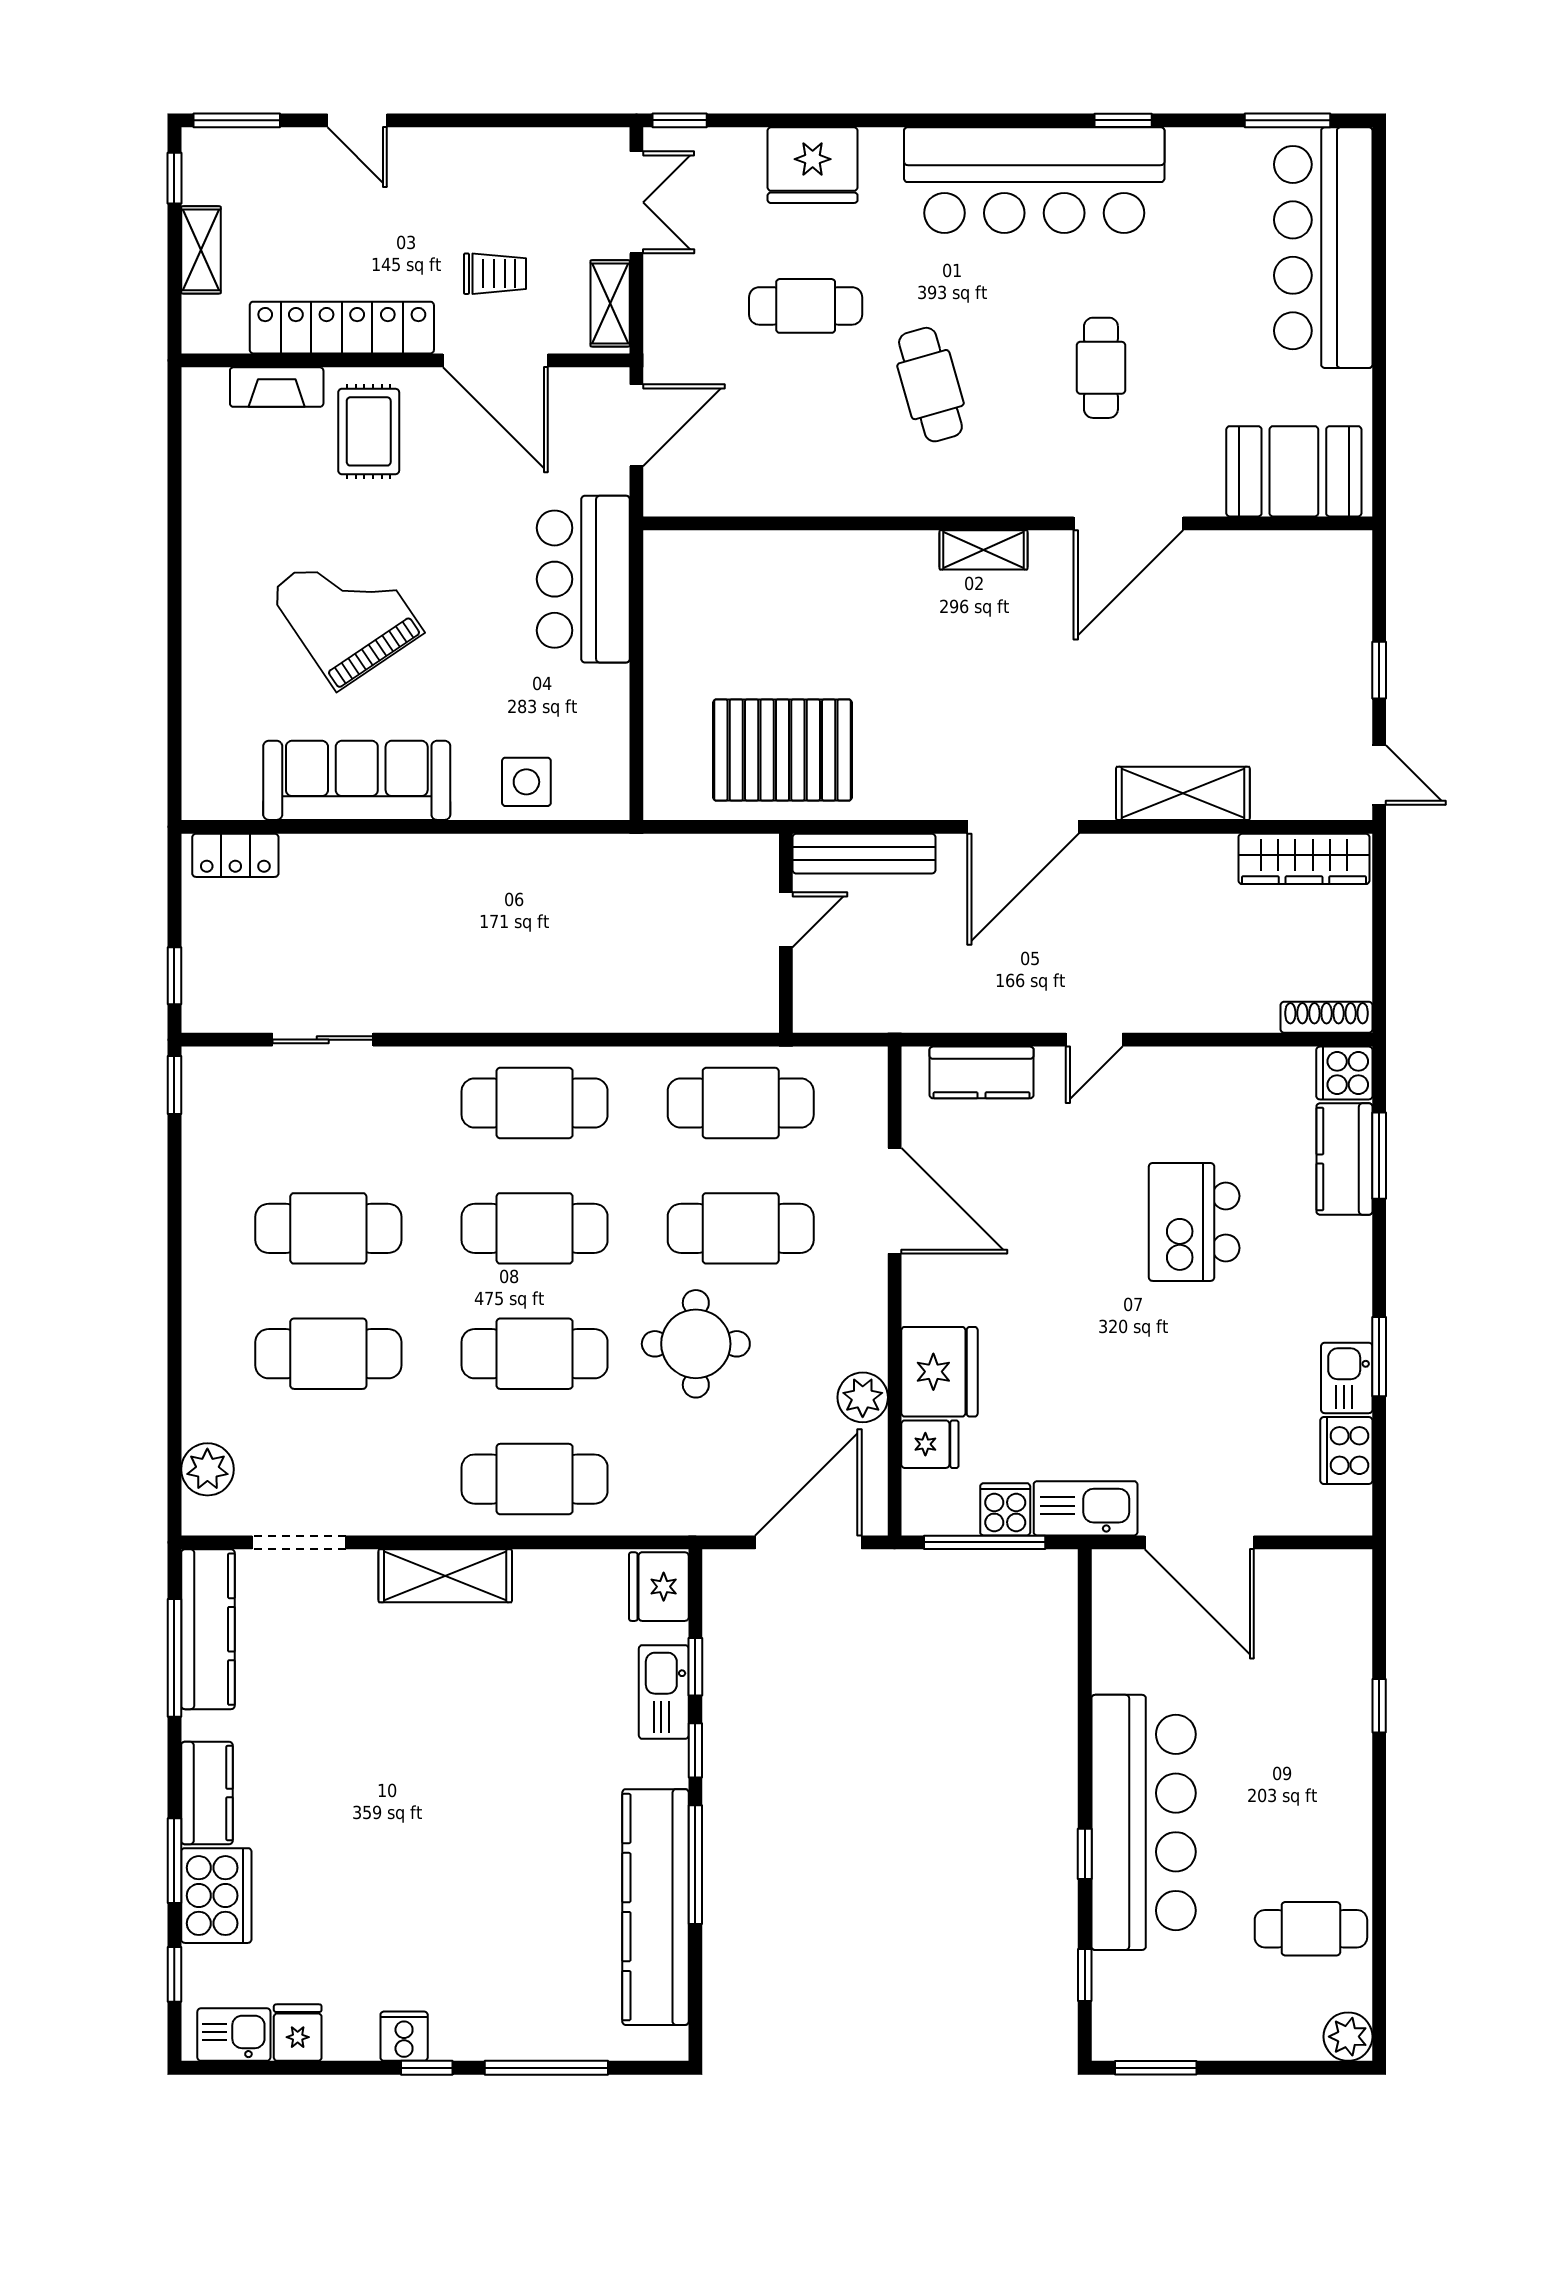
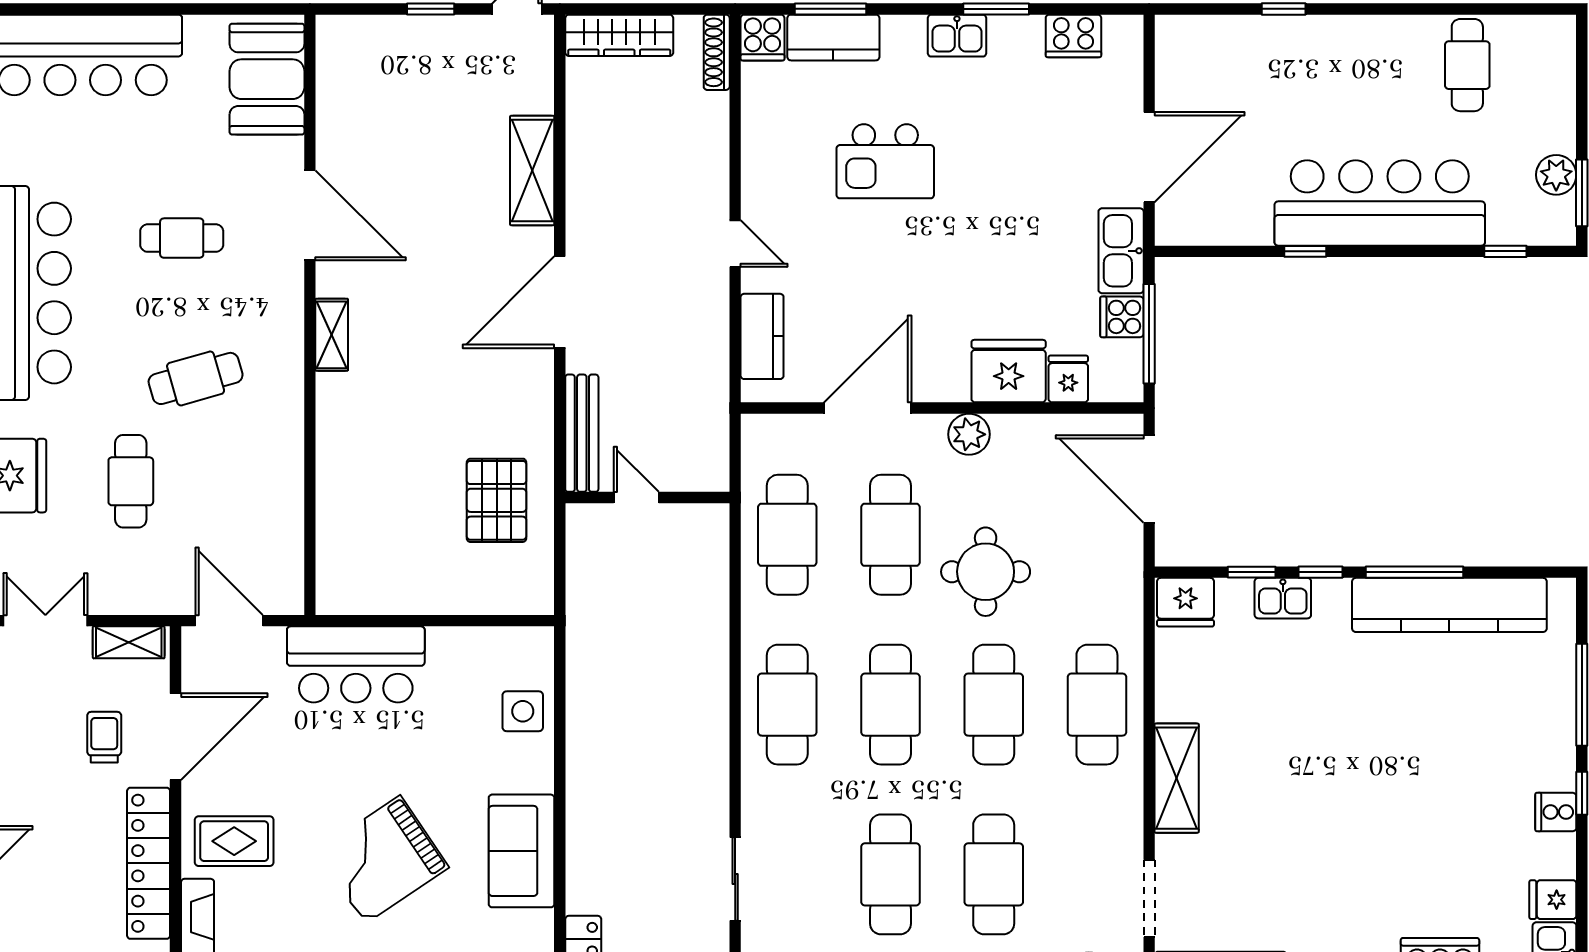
pallet: (782, 750) -> (497, 500), width x0.73, depth x0.71
sofa: (357, 780) -> (521, 851), width x0.73
door: (1023, 827) -> (560, 302), swing flipped
wardrobe: (1304, 859) -> (619, 35), moved, turned 90
kitchen sink: (1347, 1378) -> (957, 36), moved
plant: (863, 1397) -> (969, 434), moved
kitchen sink: (664, 1692) -> (1283, 598), width x0.73
window: (1085, 1854) -> (1305, 251), moved
plant: (1348, 2037) -> (1556, 175), moved

